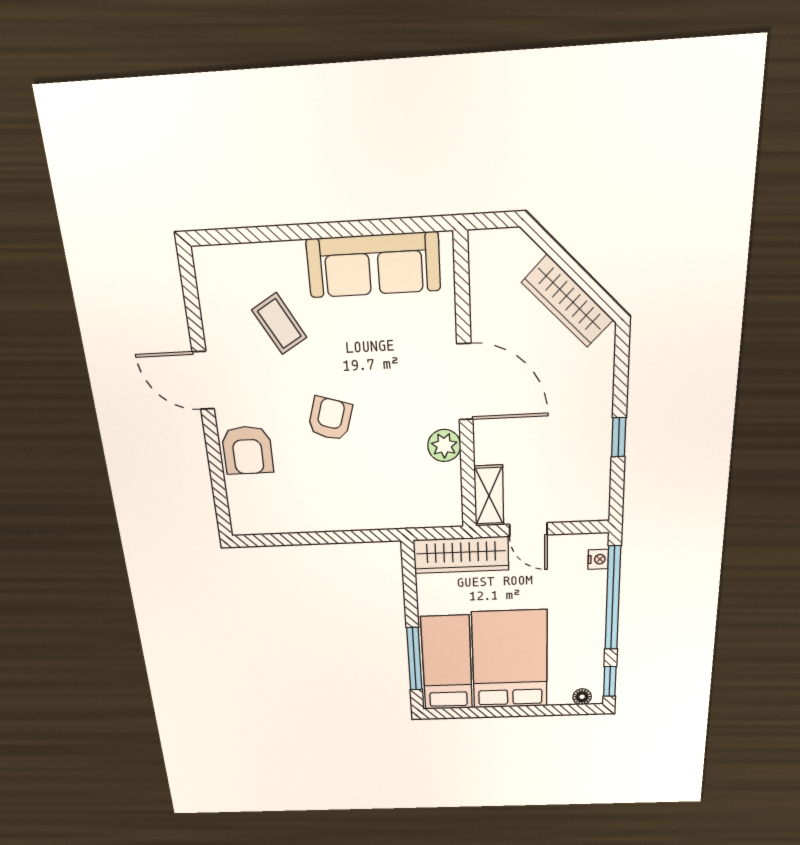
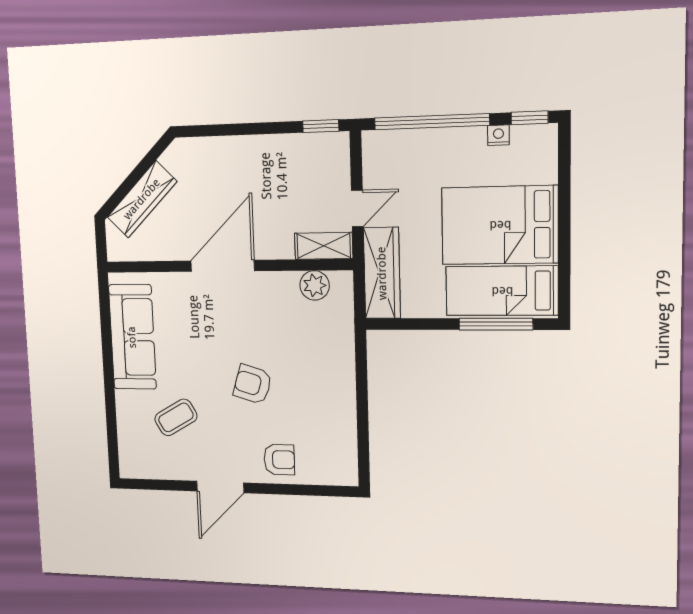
wardrobe: (568, 301) -> (142, 199), moved
window: (619, 437) -> (321, 126), moved
plant: (444, 446) -> (315, 285), moved
armchair: (247, 450) -> (279, 460), width x0.72, depth x0.72
nightstand: (598, 559) -> (498, 135), moved
floor lamp: (582, 697) -> (548, 147), removed

